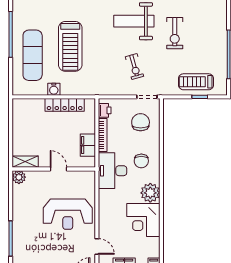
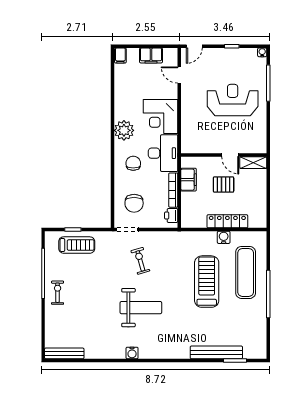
exercise bike: (175, 33) -> (58, 293), moved, width x0.73, depth x0.72
locker: (65, 105) -> (227, 221), moved
pallet: (54, 140) -> (224, 185), added
door: (58, 169) -> (230, 155), moved
plant: (19, 177) -> (260, 146), removed
reception desk: (68, 214) -> (233, 100), moved
corner desk: (143, 220) -> (161, 116), moved, turned 180

